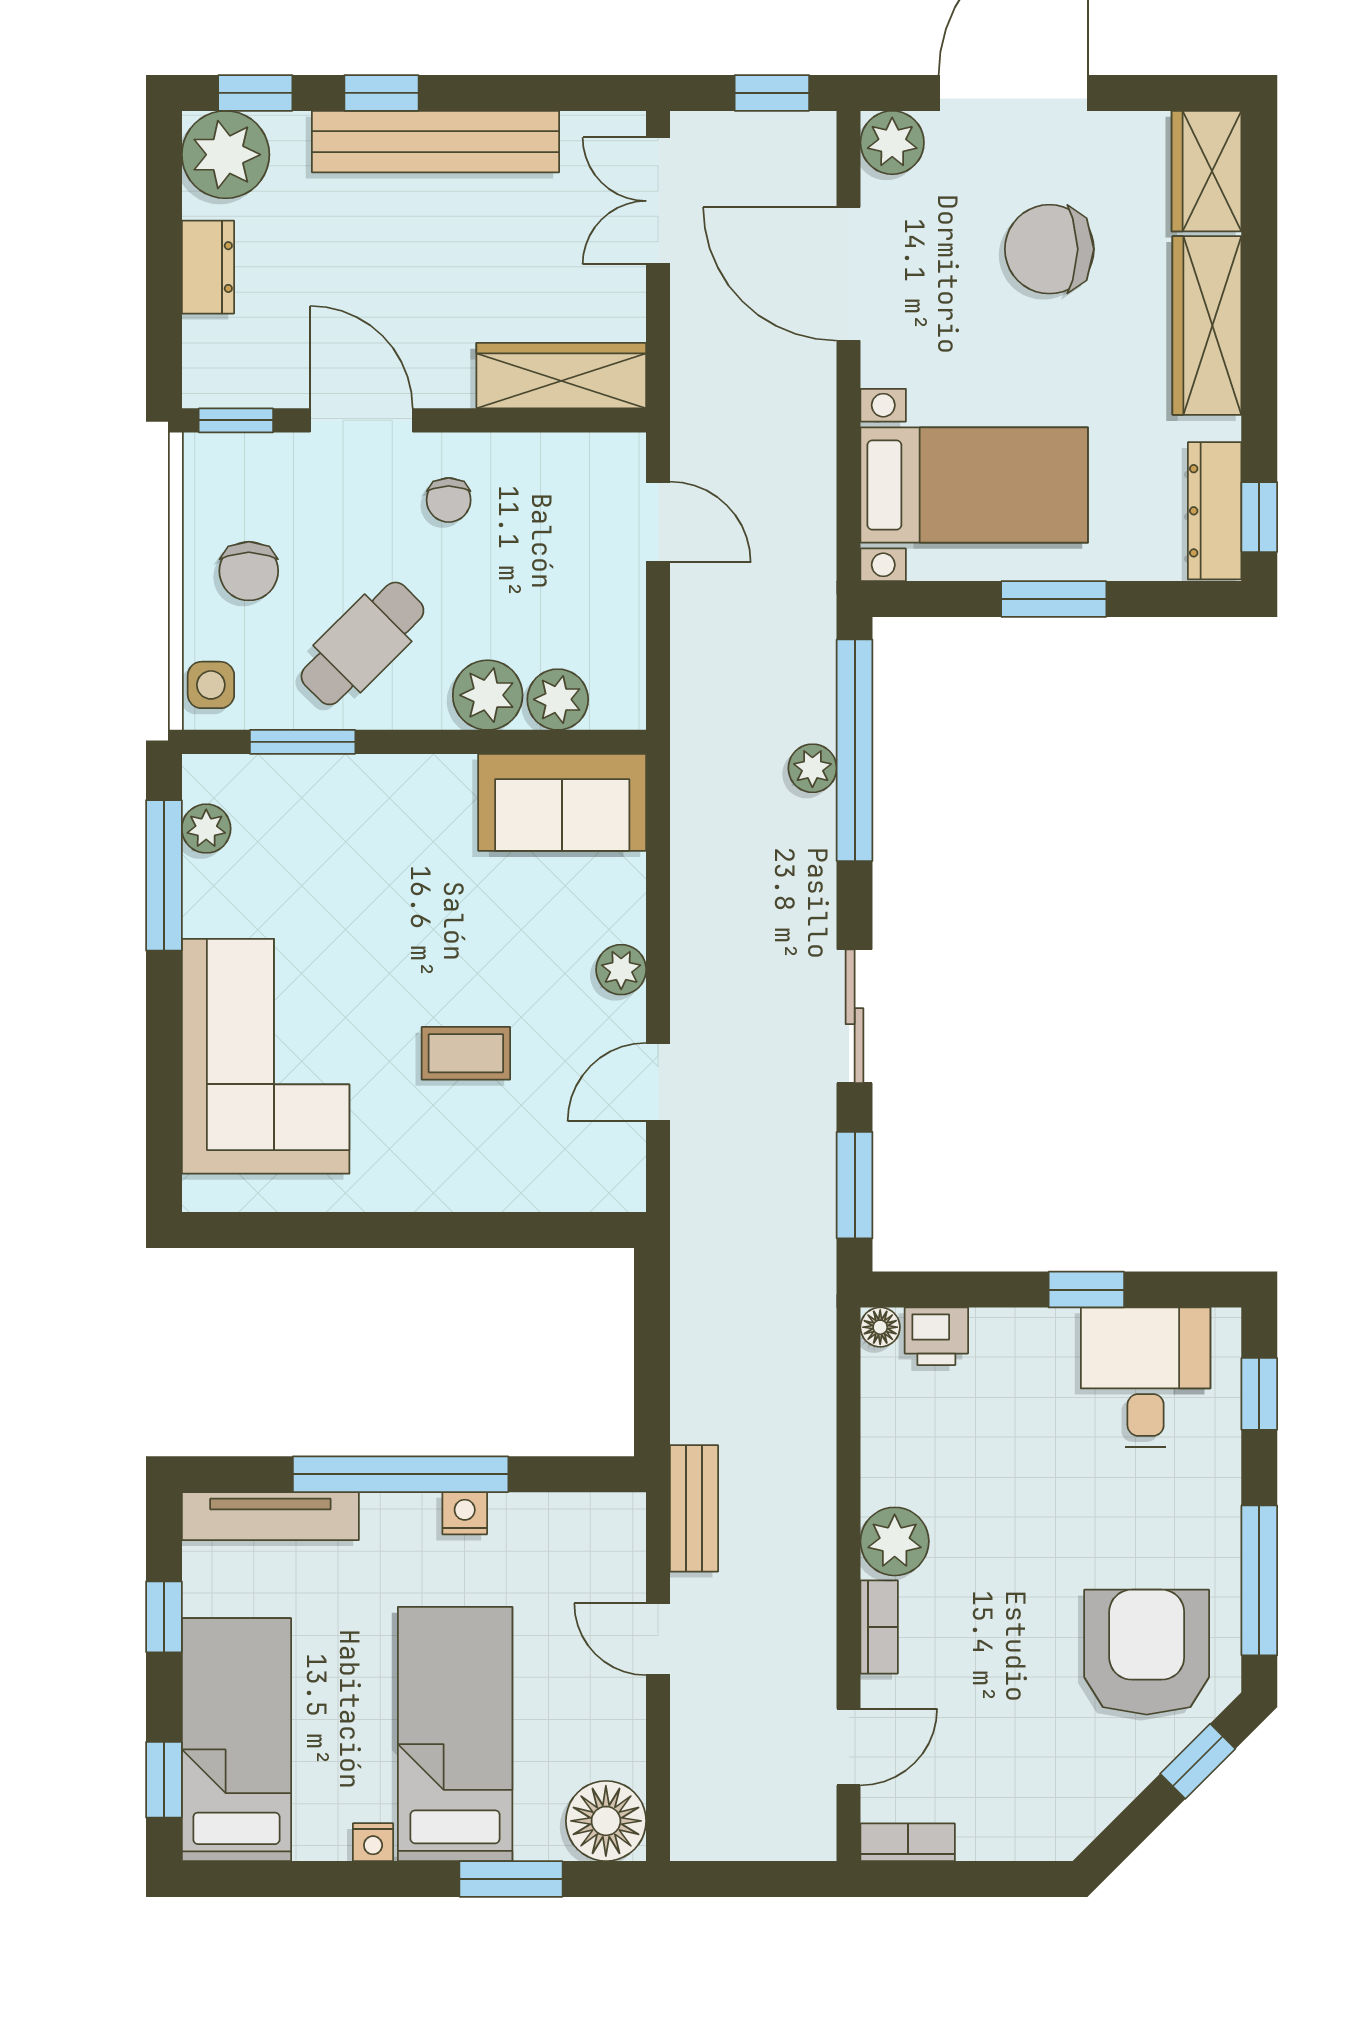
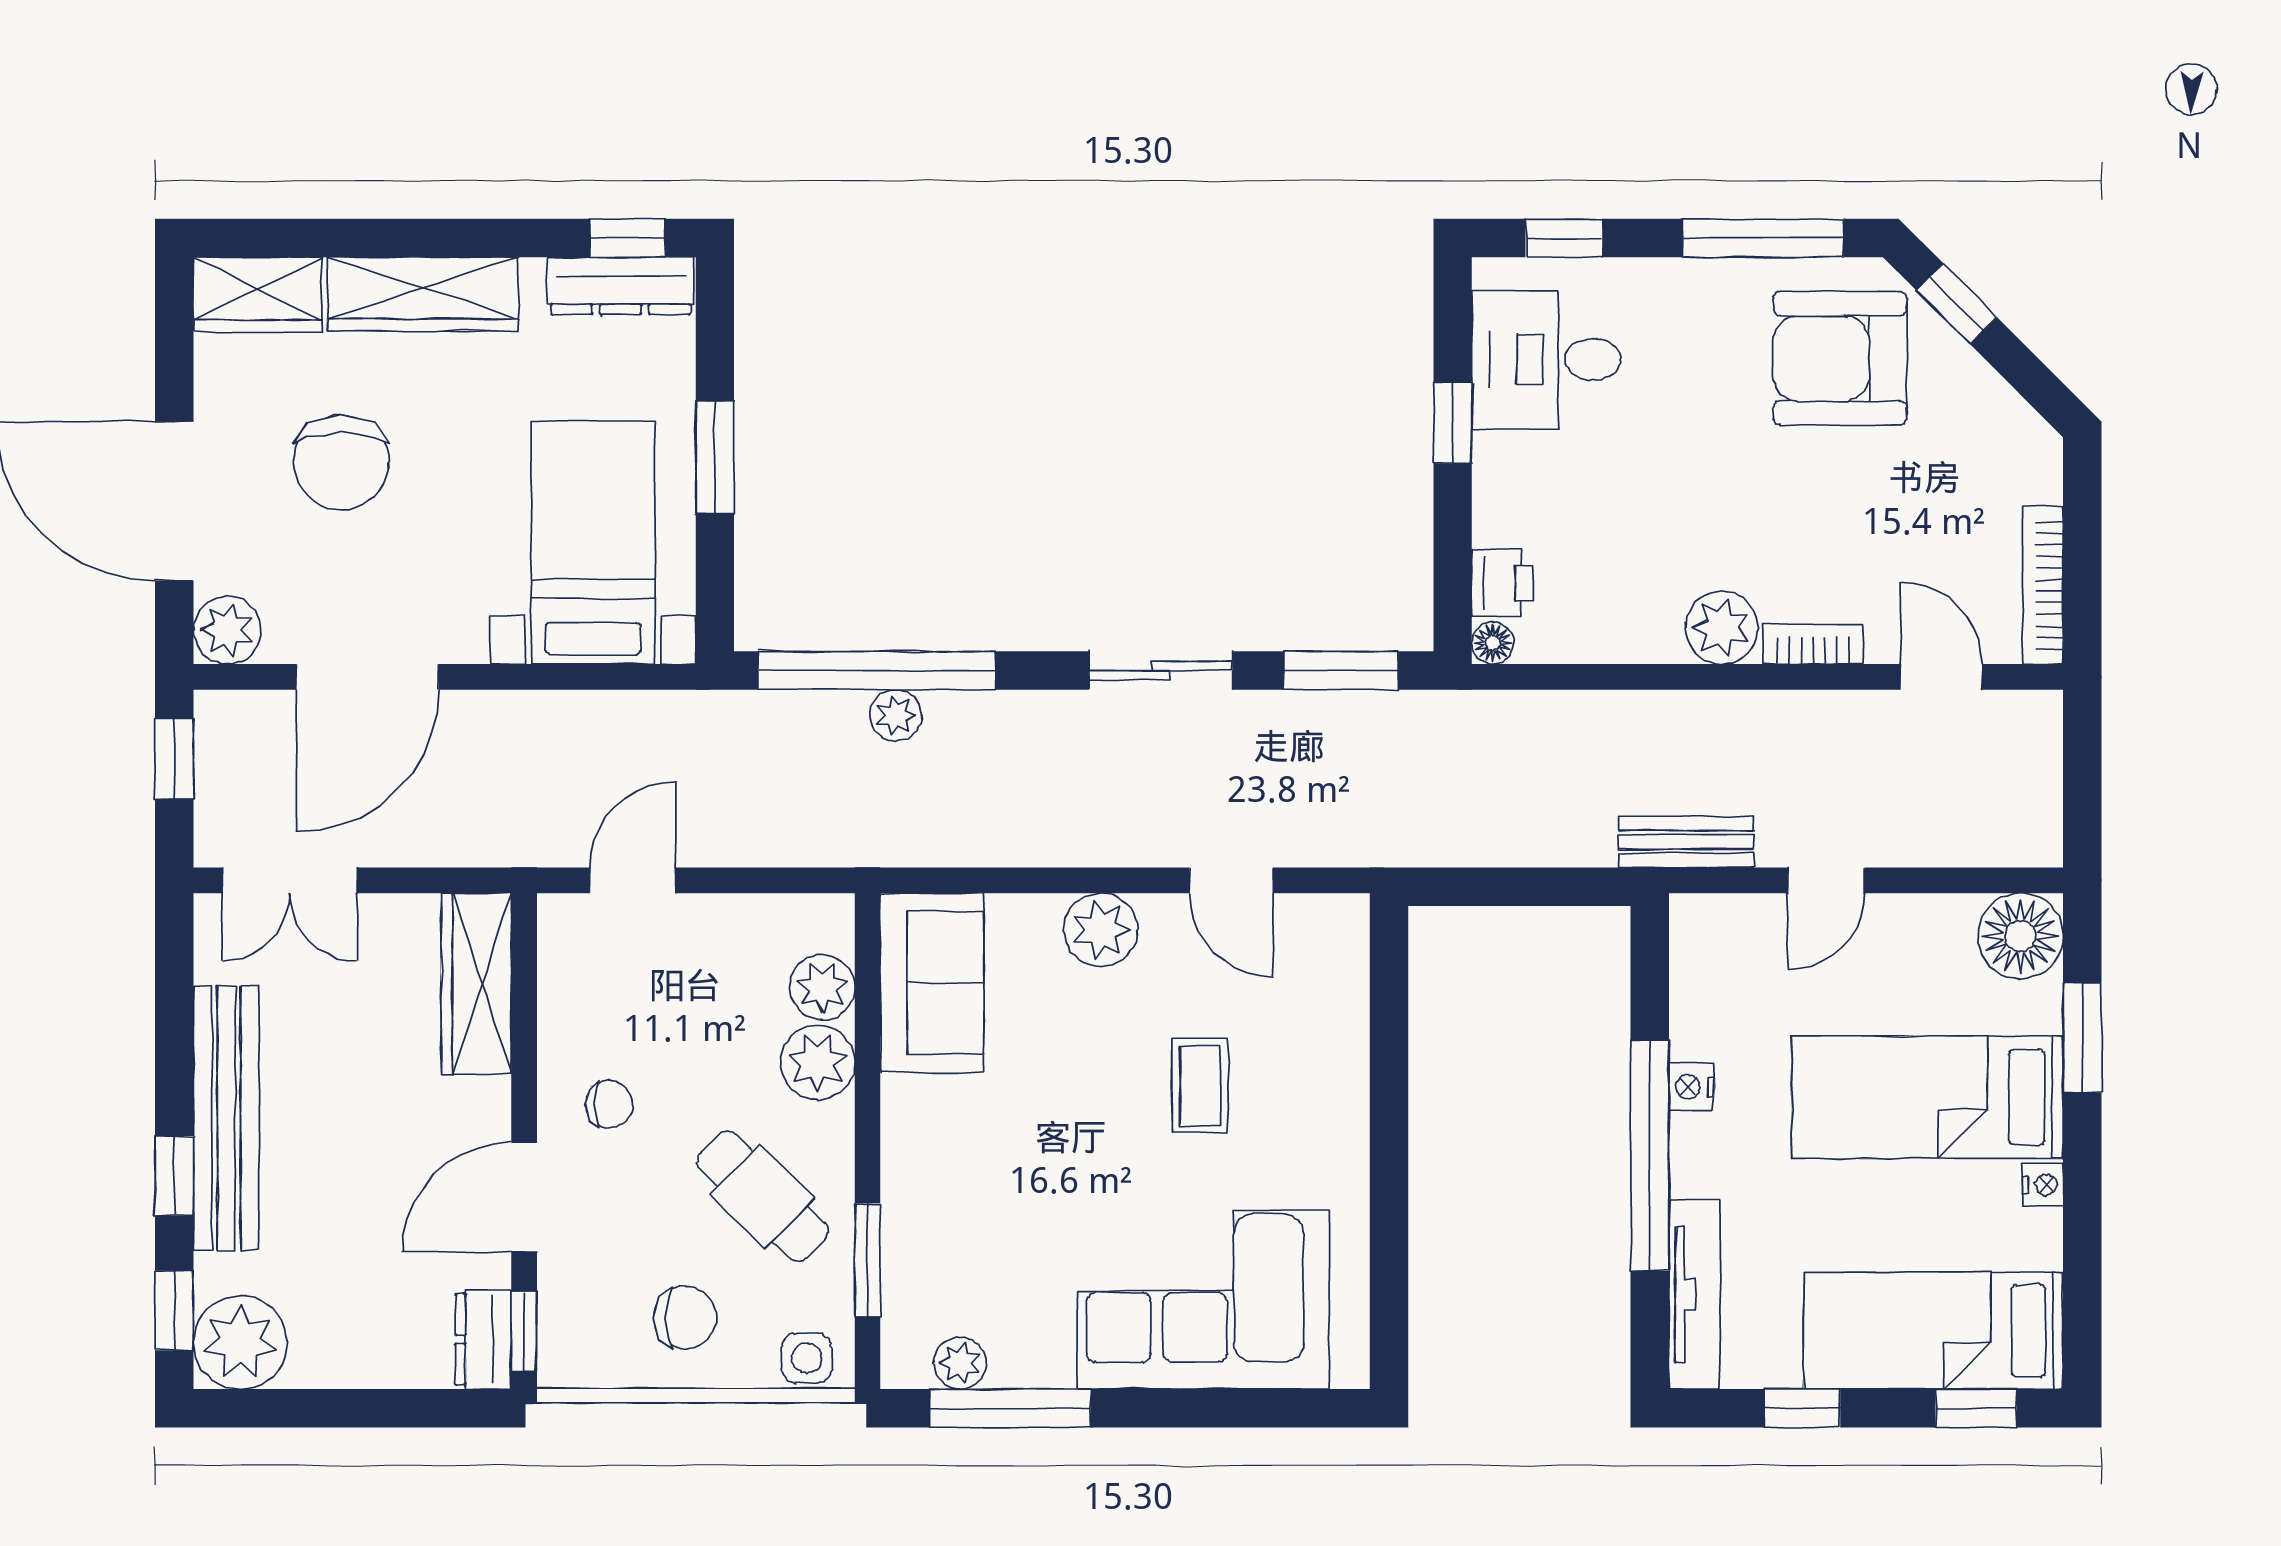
dresser: (208, 267) -> (483, 1339), moved, turned -90
plant: (621, 970) -> (1101, 930), width x1.38, depth x1.38
bookcase: (908, 1842) -> (2043, 585), width x1.56

